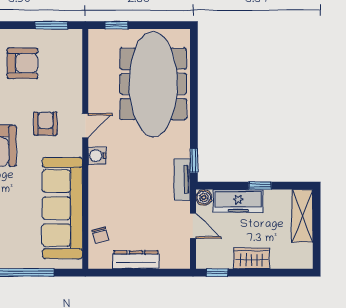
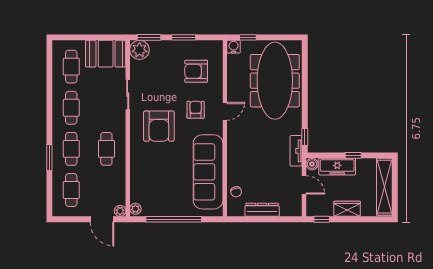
window: (51, 25) -> (184, 37), moved
armchair: (22, 63) -> (196, 71), moved, turned 180
water cooler: (97, 156) -> (234, 47), moved, turned 90
shelving: (302, 216) -> (384, 187), width x1.47

